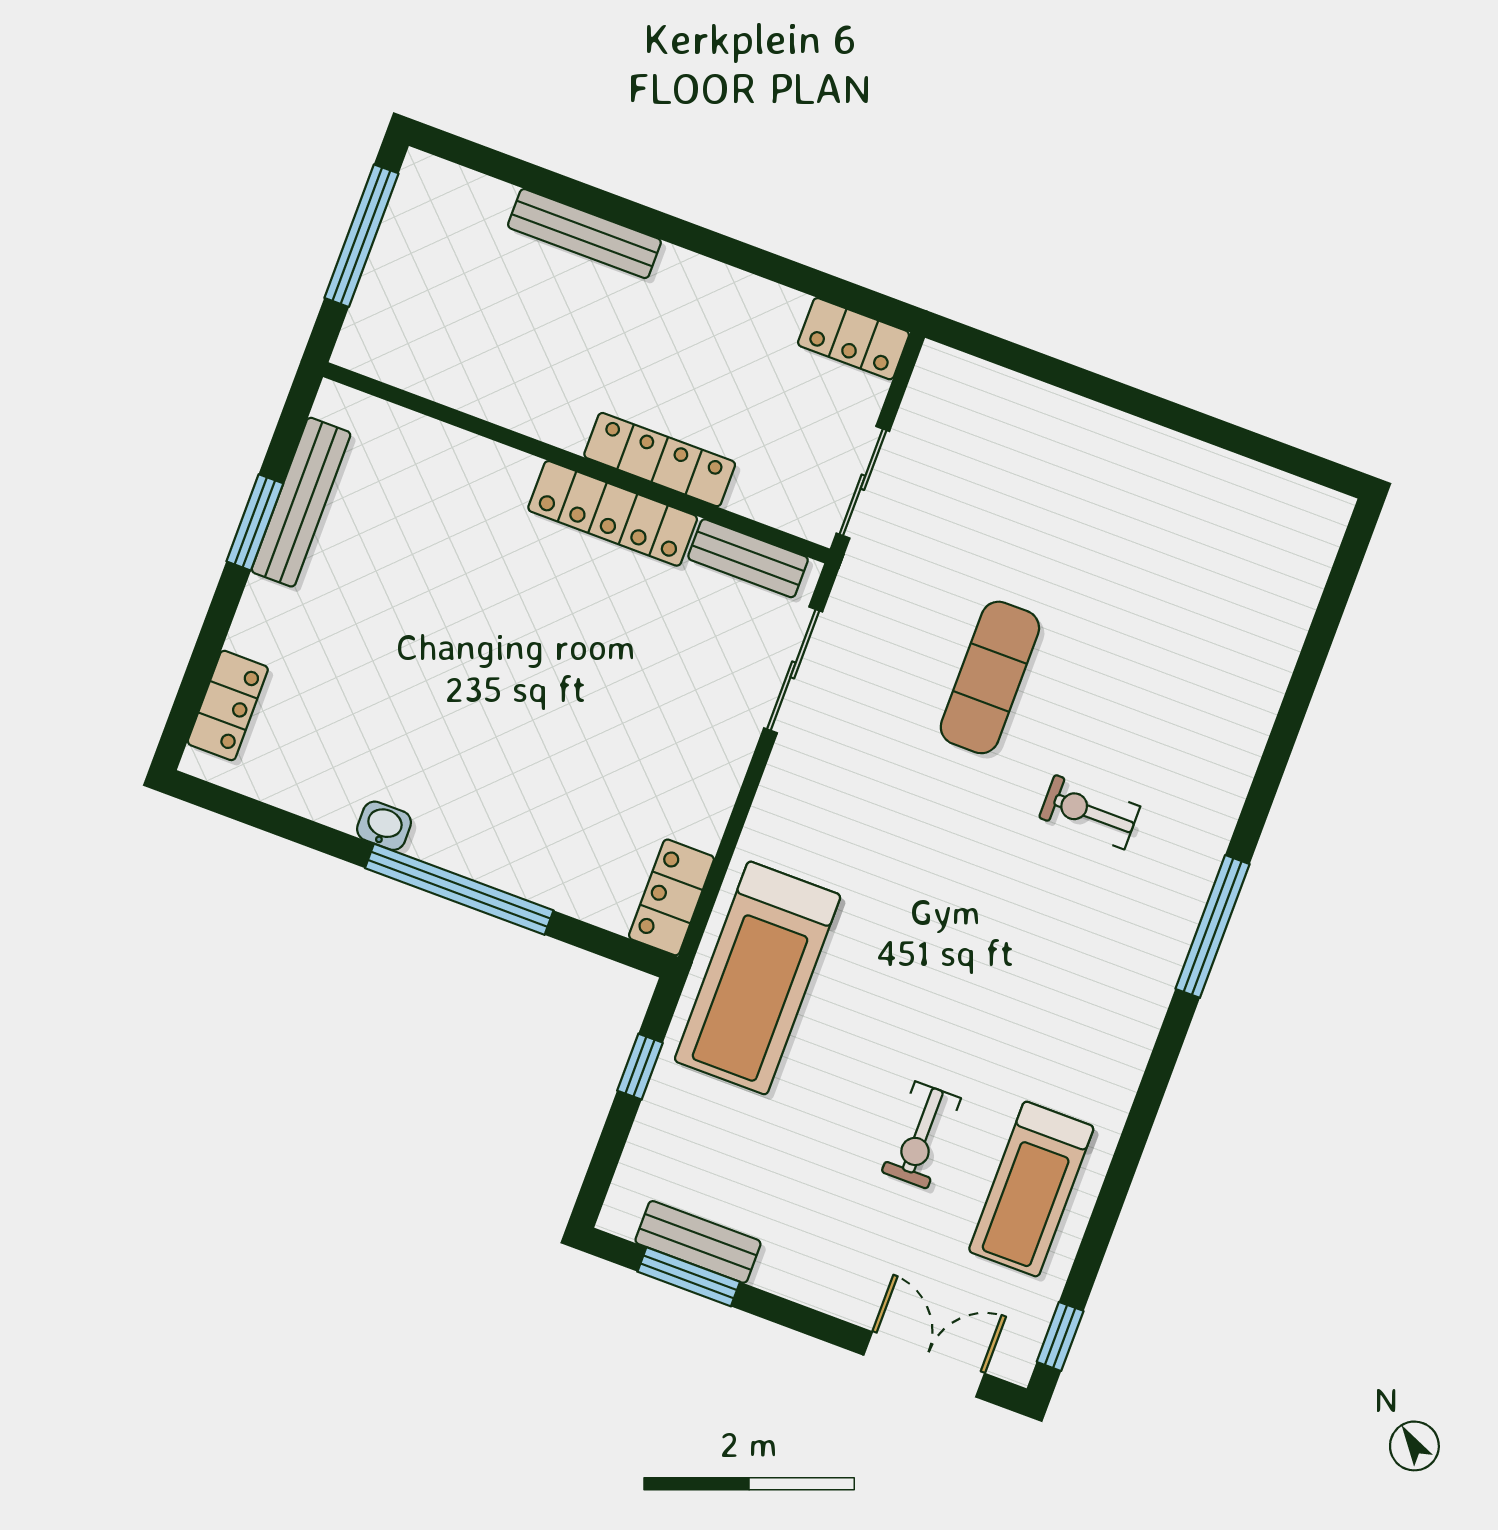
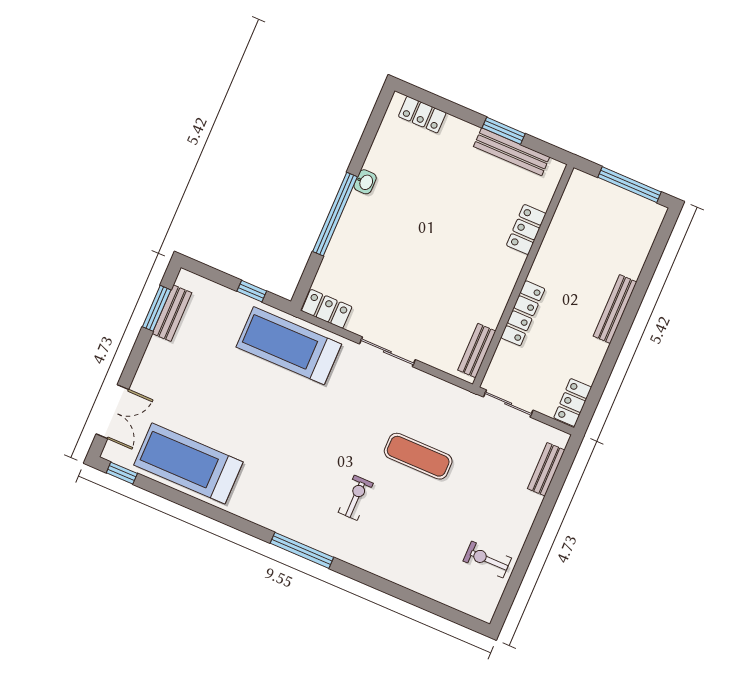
bench: (584, 234) -> (615, 309), moved
bench: (1005, 391) -> (546, 469), added
locker: (613, 513) -> (526, 229), moved, width x0.66
sliding door: (793, 670) -> (387, 352), moved
exercise bike: (921, 1135) -> (487, 559), moved
treadmill: (1031, 1189) -> (188, 463), width x1.37, depth x1.38

